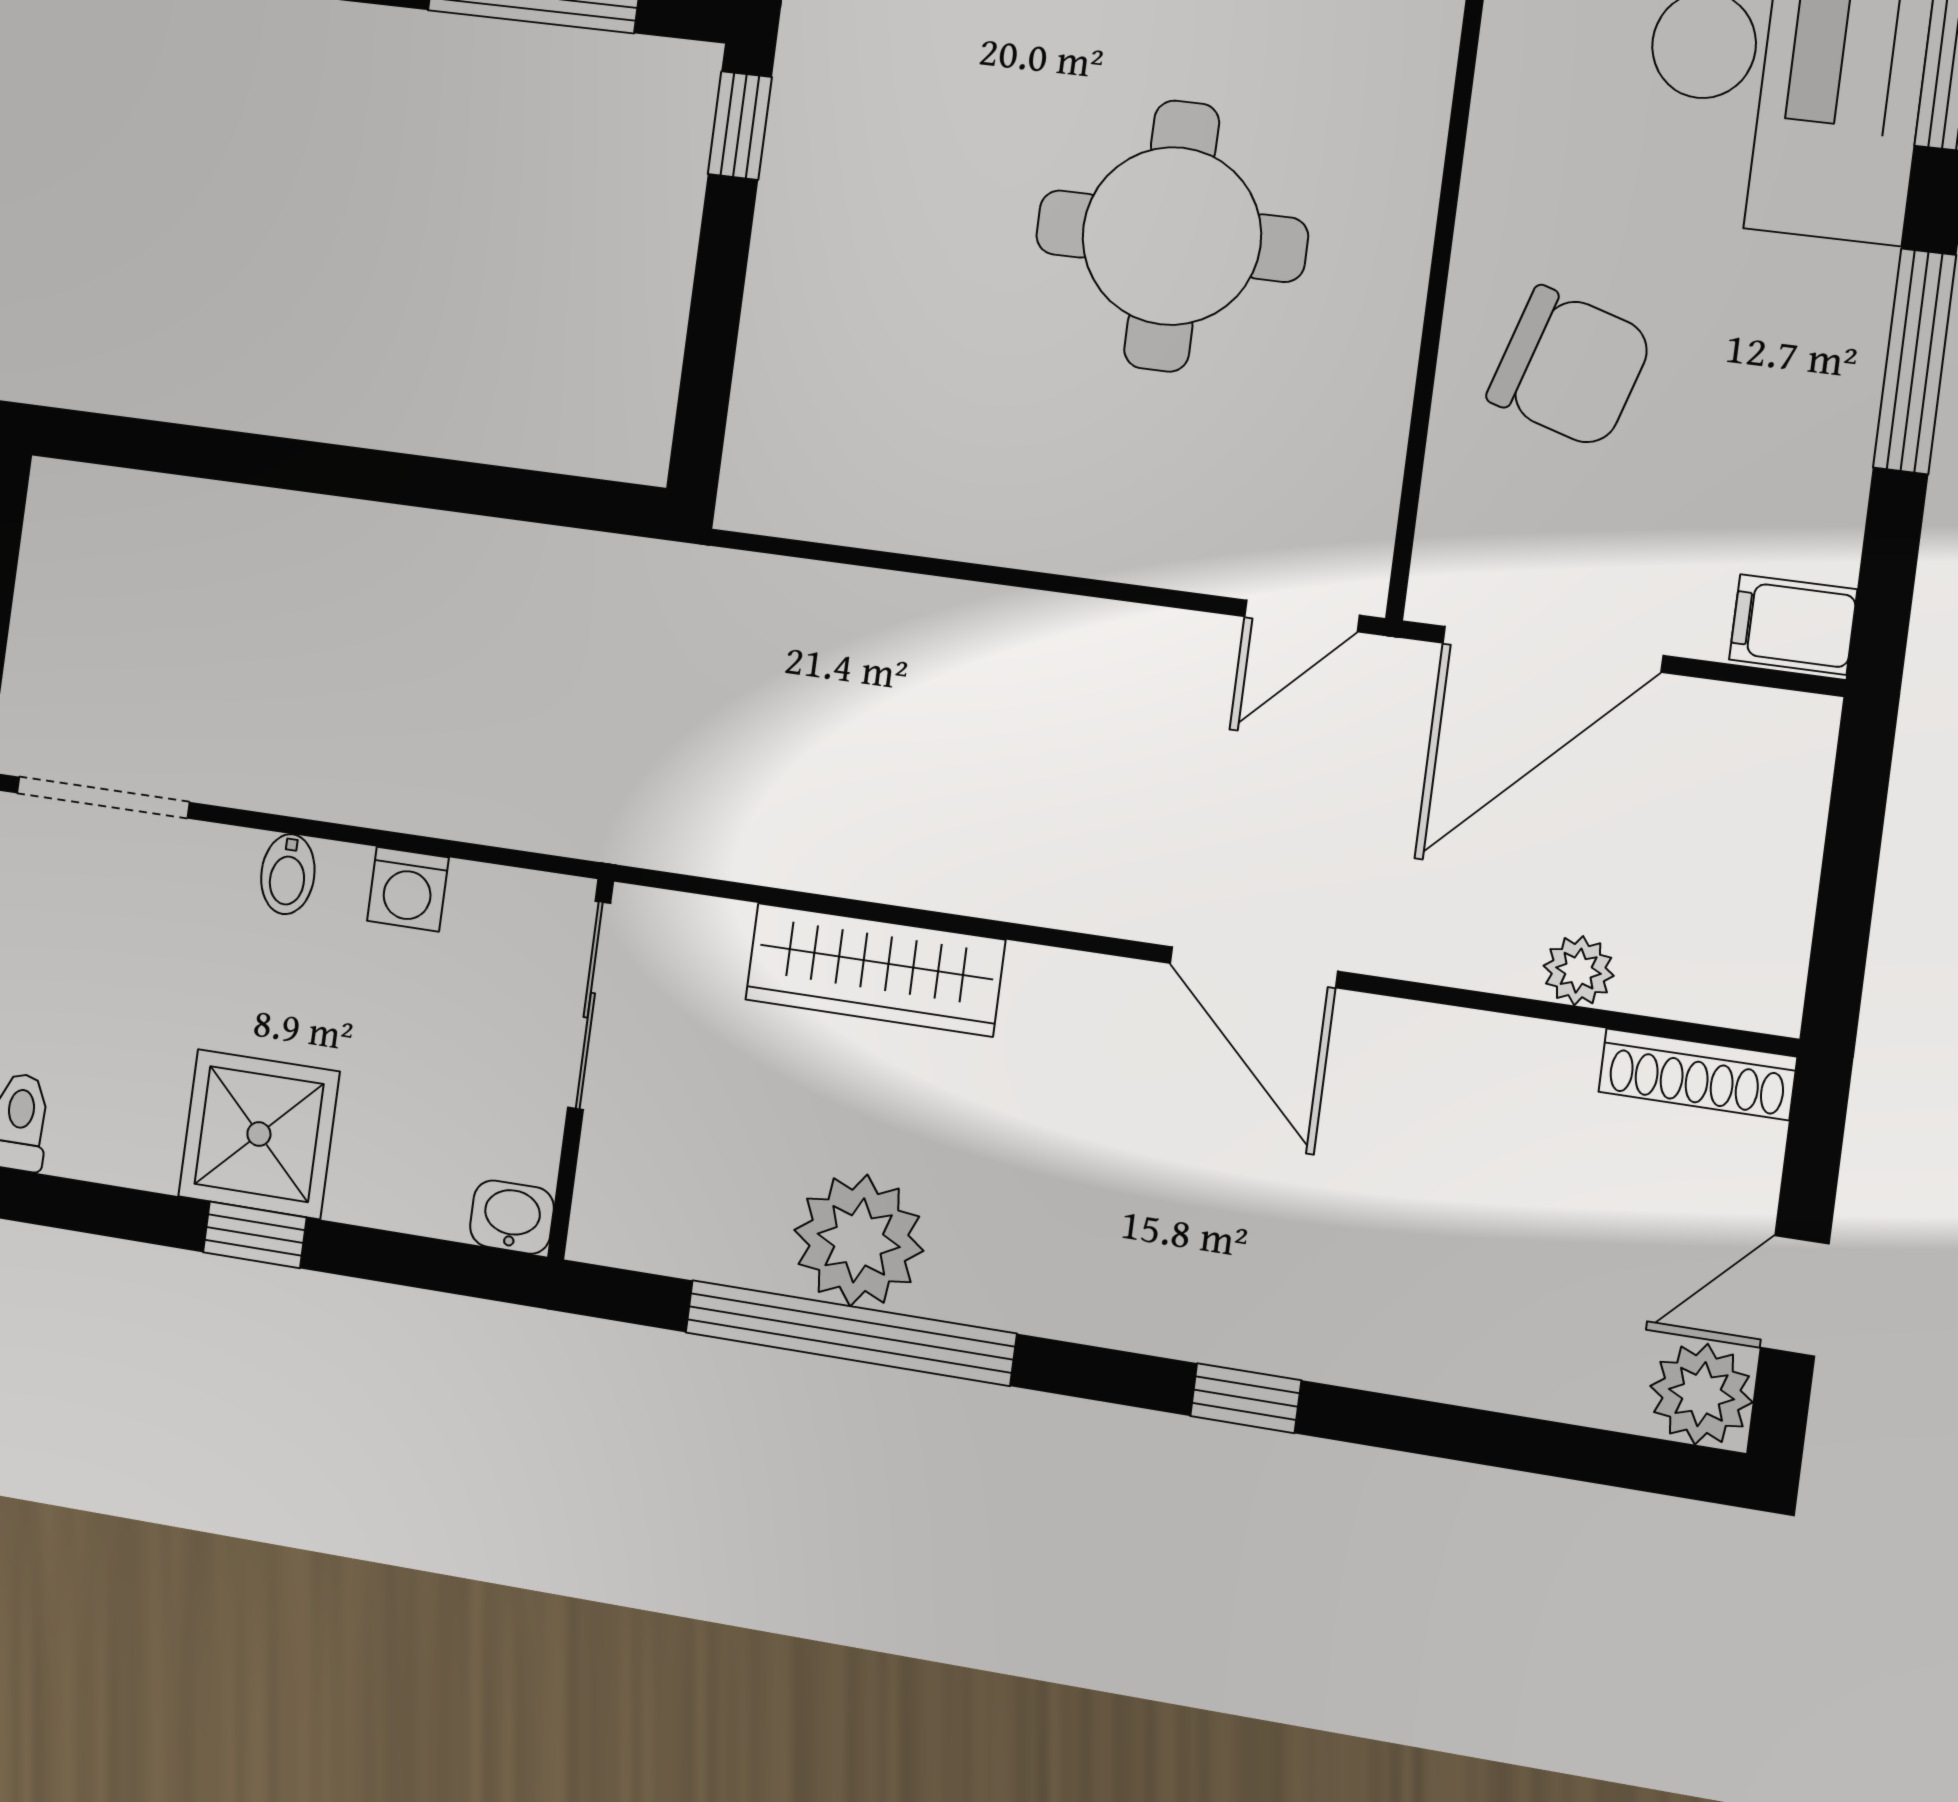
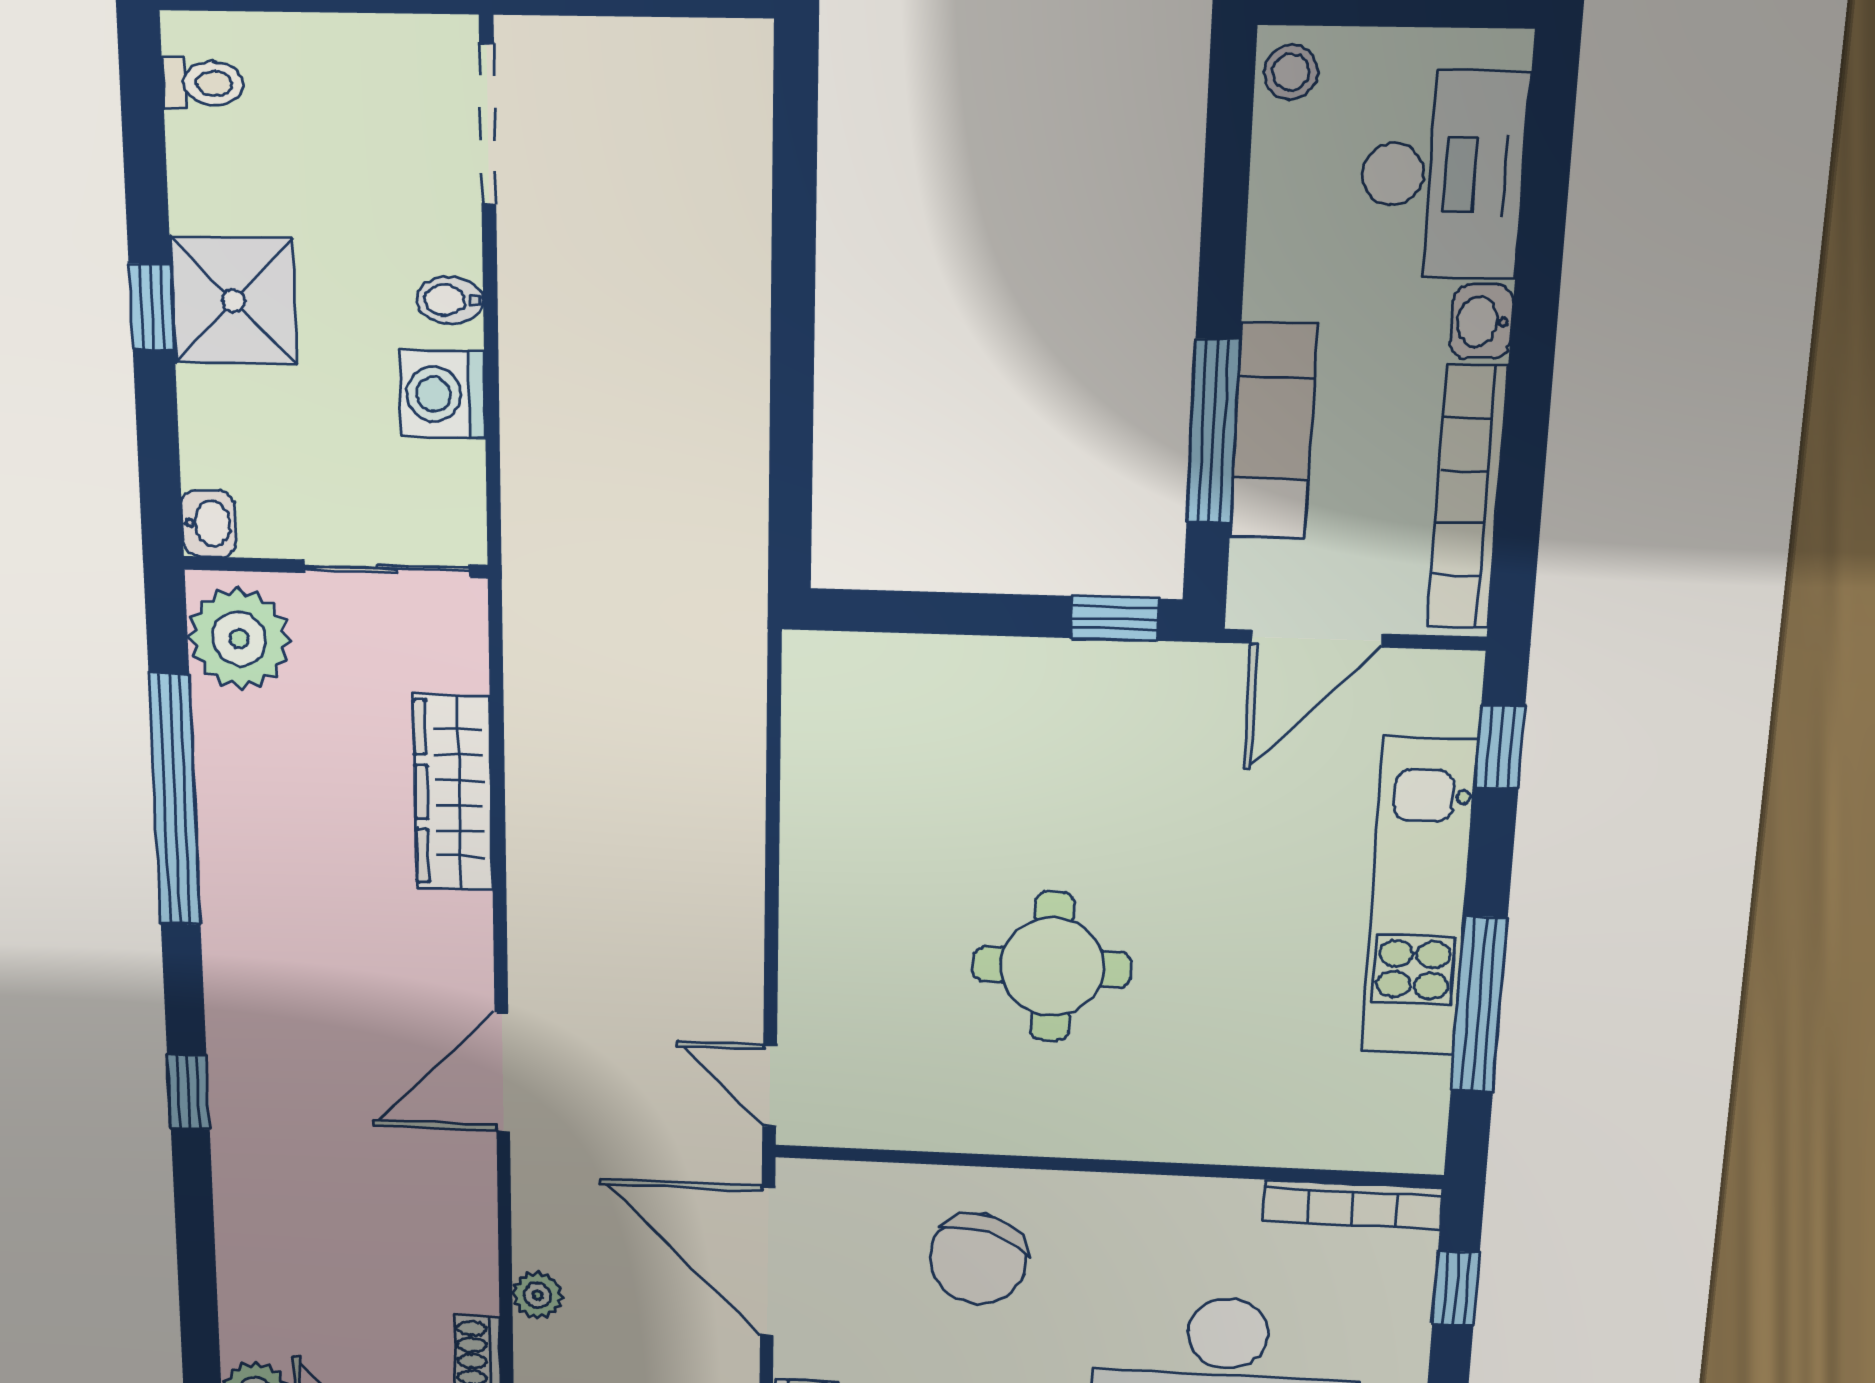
round table: (1172, 236) -> (1052, 967), width x0.73, depth x0.73
washing machine: (408, 889) -> (442, 394), width x1.38, depth x1.38
plant: (859, 1240) -> (239, 639), moved

